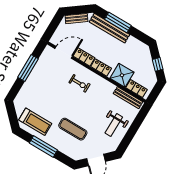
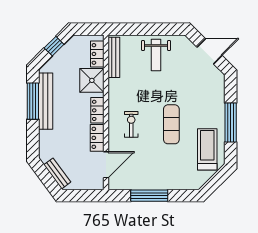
window: (118, 22) -> (33, 101), moved
bench: (109, 28) -> (46, 101), moved
door: (64, 52) -> (106, 165), swing flipped
weight bench: (114, 125) -> (156, 55), turned 90
exercise mat: (73, 129) -> (171, 124), moved

